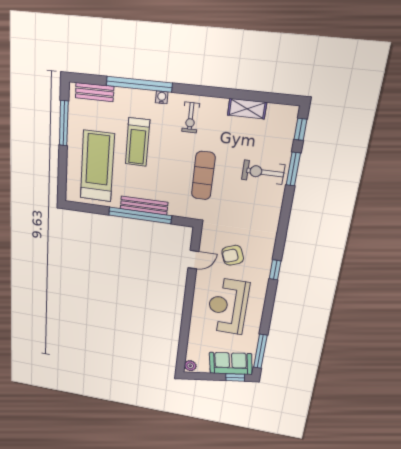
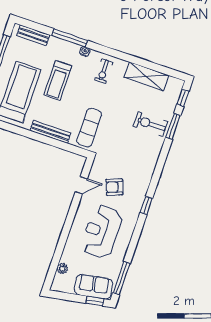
window: (139, 84) -> (70, 38), width x0.68
shelving: (247, 109) -> (146, 76), width x1.50, depth x1.33
exercise mat: (203, 176) -> (89, 128), moved
window: (140, 215) -> (45, 139), removed
plant: (190, 366) -> (62, 269), moved

